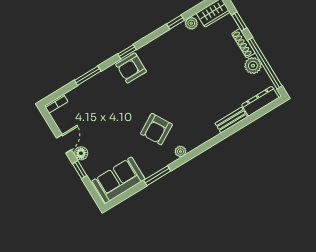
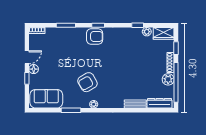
armchair: (131, 68) -> (95, 36), turned 180

